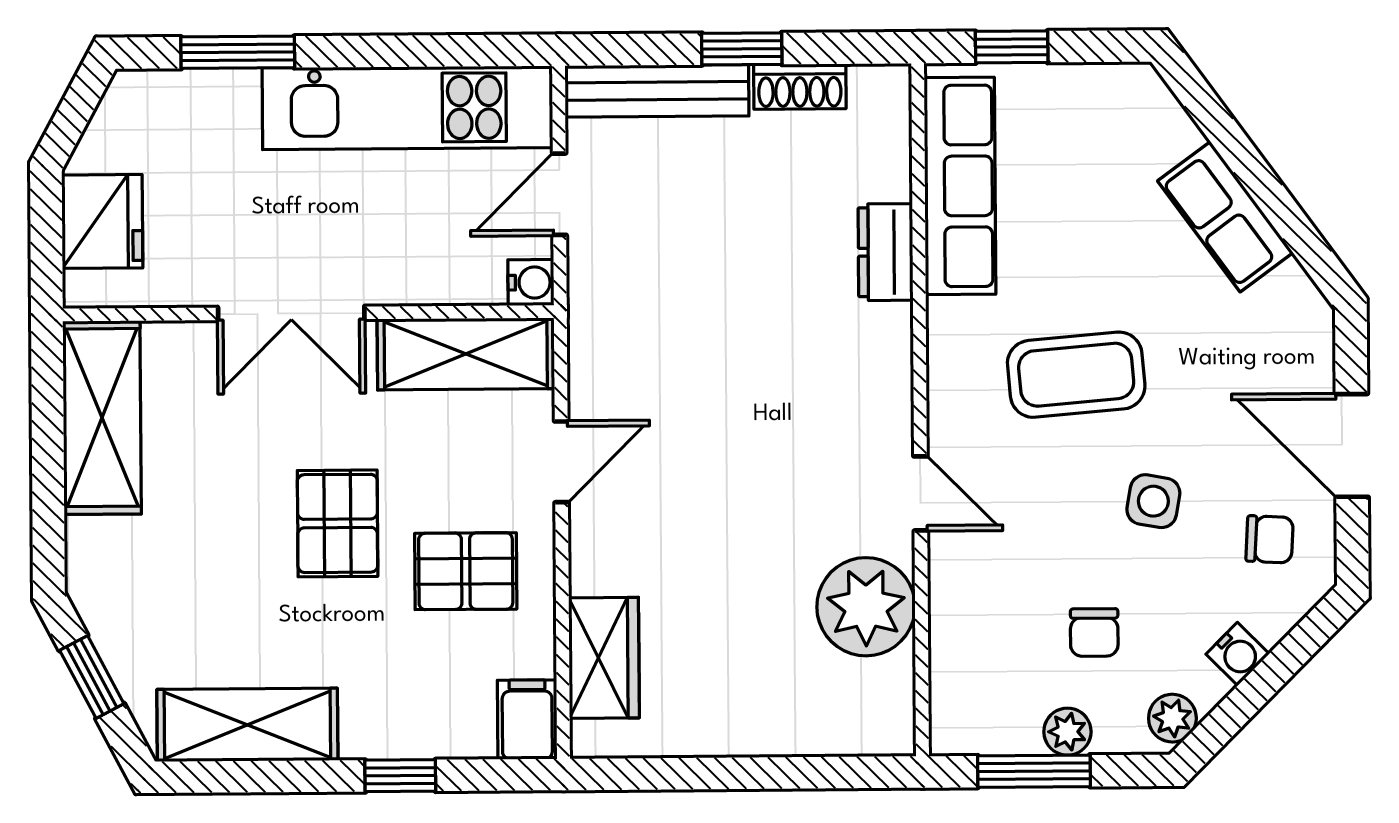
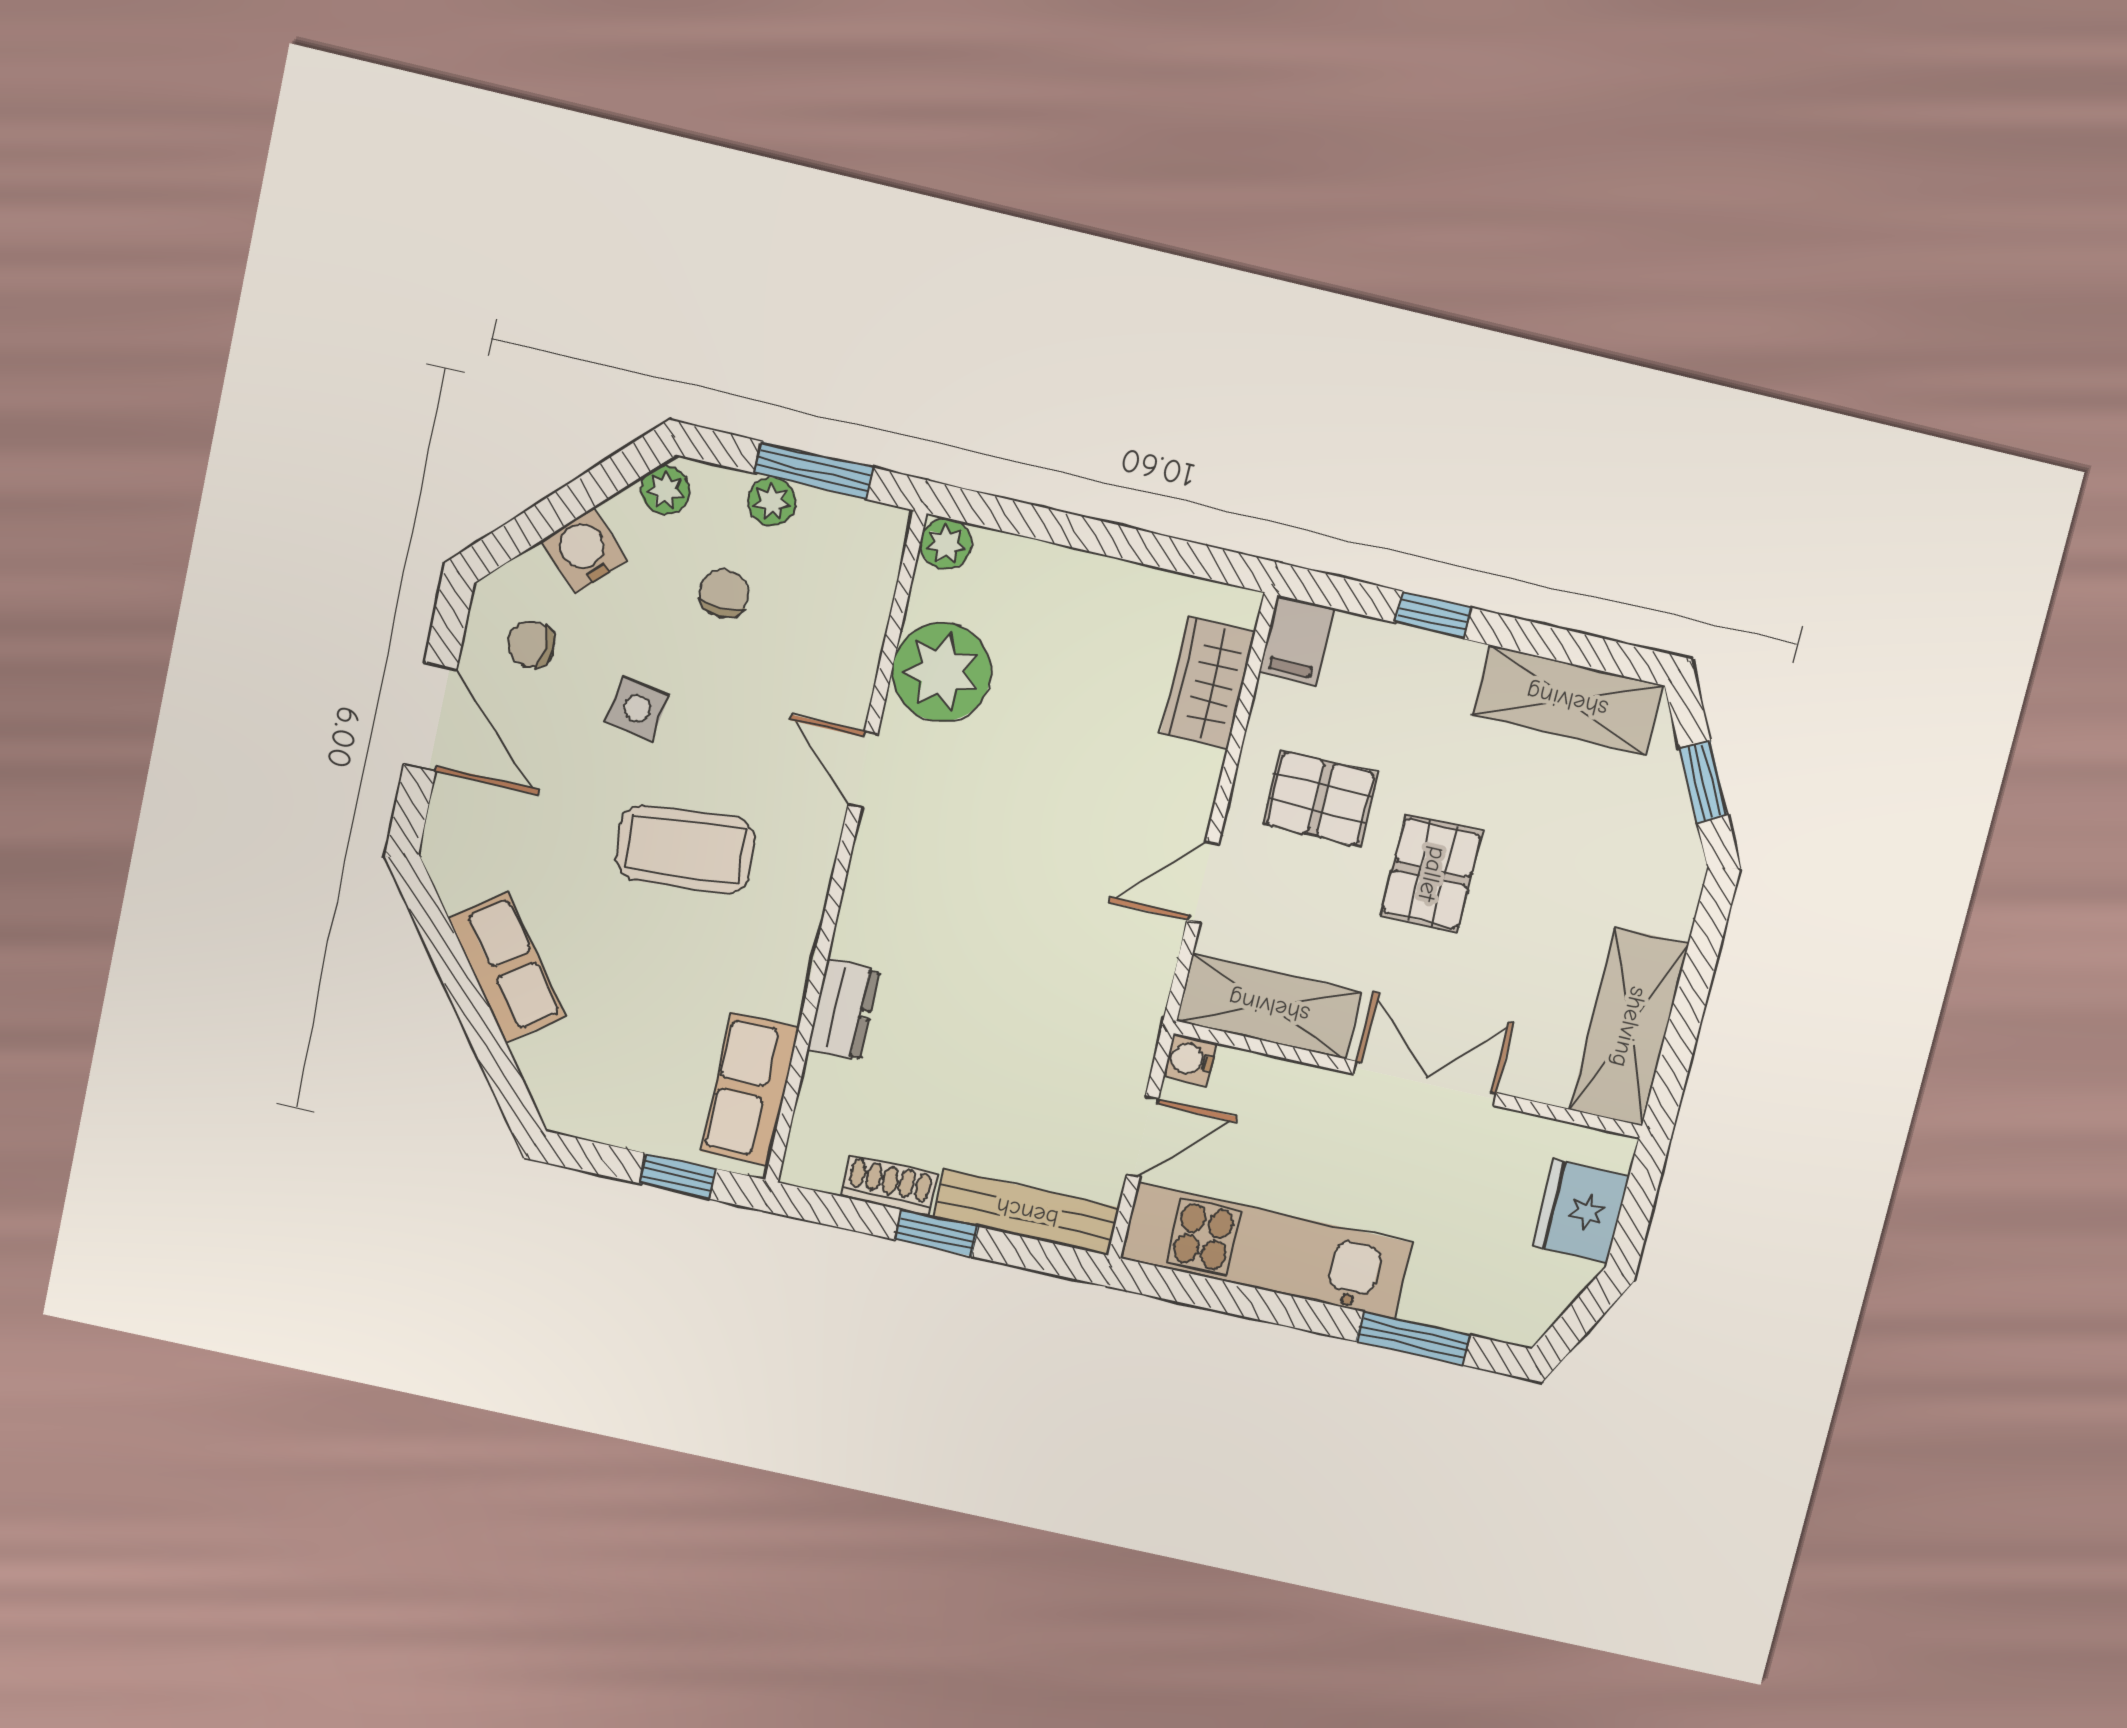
row of seats: (960, 186) -> (750, 1089), width x0.68
water cooler: (1238, 654) -> (584, 550), width x1.38, depth x1.38
plant: (890, 731) -> (946, 544), added

